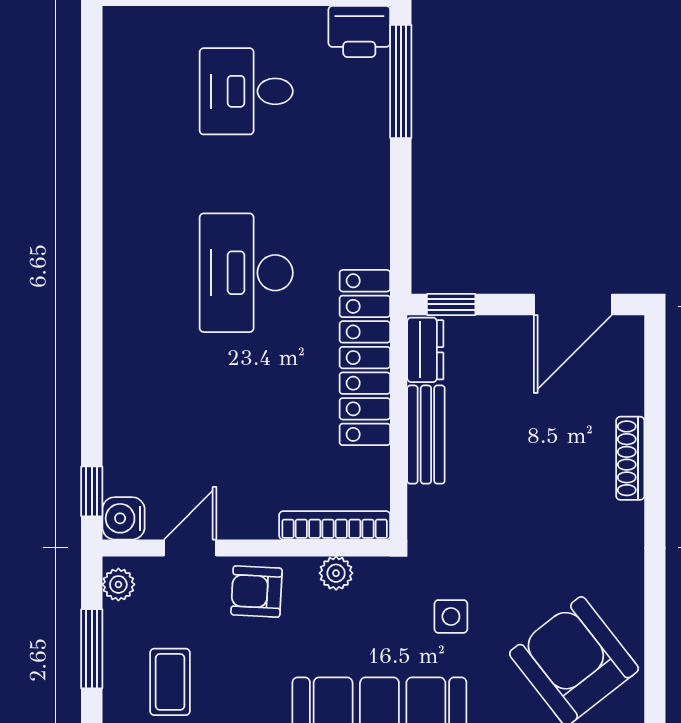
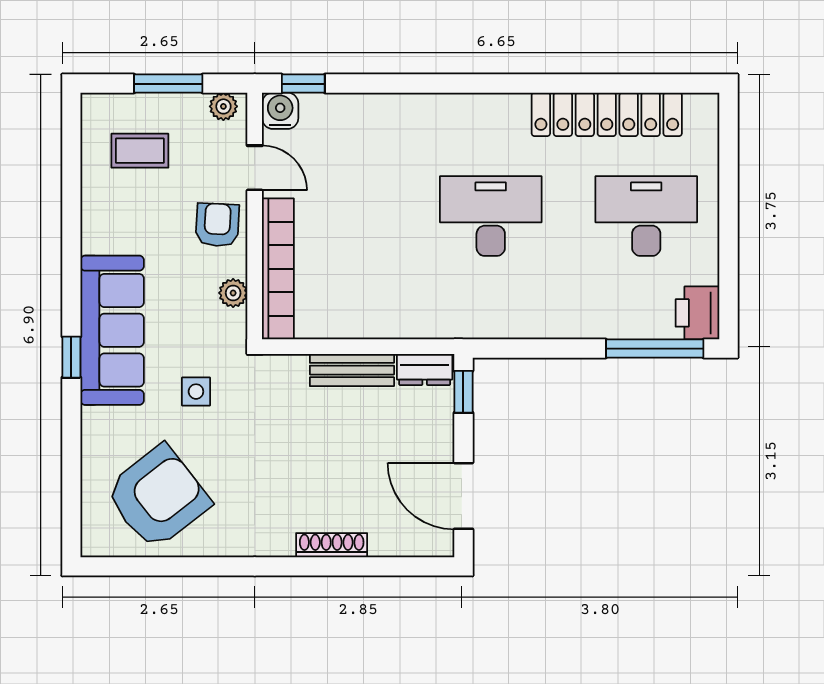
desk: (246, 91) -> (646, 216), width x1.37
locker: (365, 358) -> (607, 114), moved, turned 180
bookcase: (335, 525) -> (278, 269), width x1.48, depth x1.31

